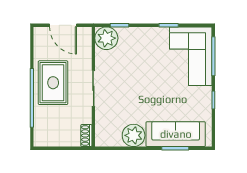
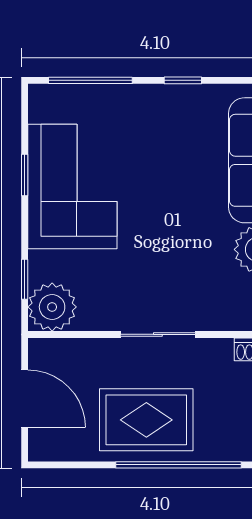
door: (63, 25) -> (25, 399), hinge flipped
corner sofa: (191, 56) -> (72, 186), moved, turned -90

